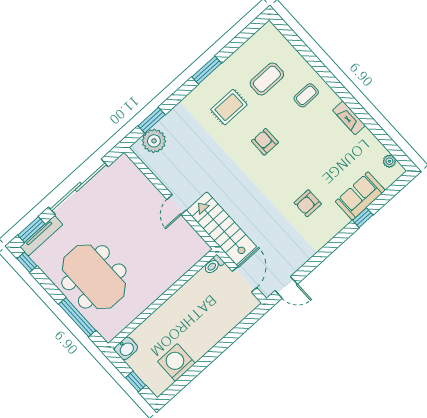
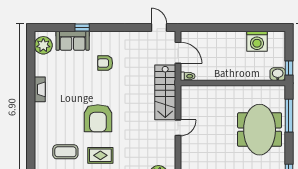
coffee table: (306, 95) -> (52, 123), removed
armchair: (265, 142) -> (98, 118), width x1.88, depth x1.88
plant: (389, 161) -> (43, 45), width x1.87, depth x1.87
armchair: (308, 203) -> (105, 63), turned 180
door: (245, 279) -> (178, 53), swing flipped
window: (136, 382) -> (289, 68), moved

